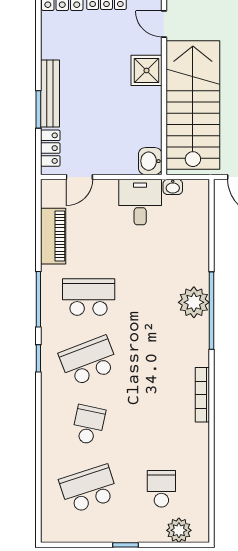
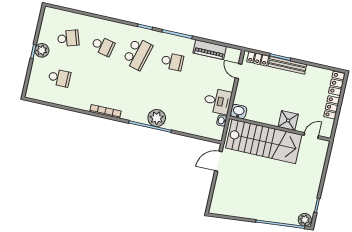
school desk: (89, 297) -> (172, 62), width x0.54
school desk: (89, 361) -> (138, 54), turned 36
school desk: (89, 489) -> (68, 38), width x0.54
plant: (179, 530) -> (42, 50), moved

